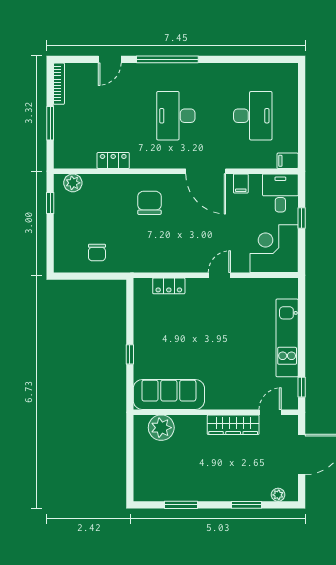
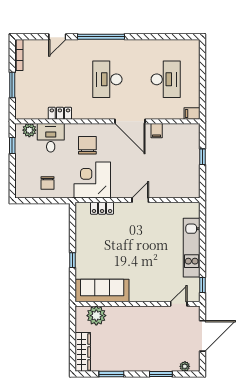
desk: (280, 193) -> (51, 138), moved
corner desk: (274, 249) -> (92, 180), moved
wardrobe: (233, 425) -> (83, 352), moved, turned -90

